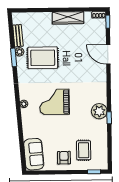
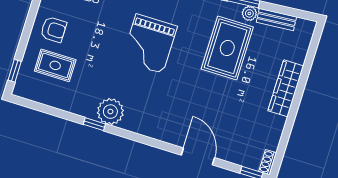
wardrobe: (68, 18) -> (286, 88), moved
door: (108, 54) -> (198, 156), hinge flipped
grand piano: (54, 102) -> (149, 44), turned 180

